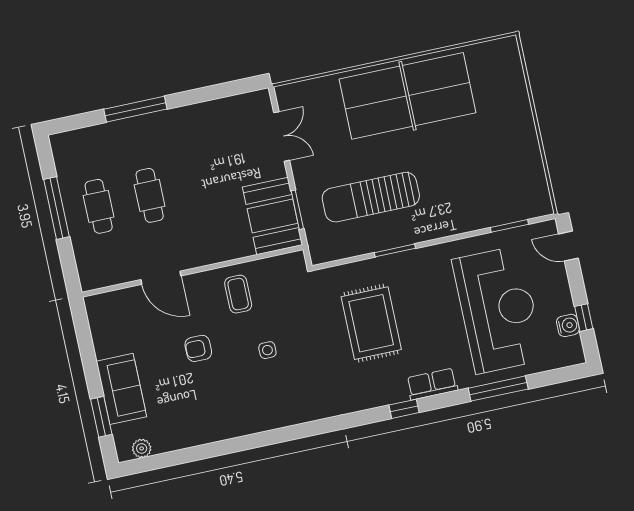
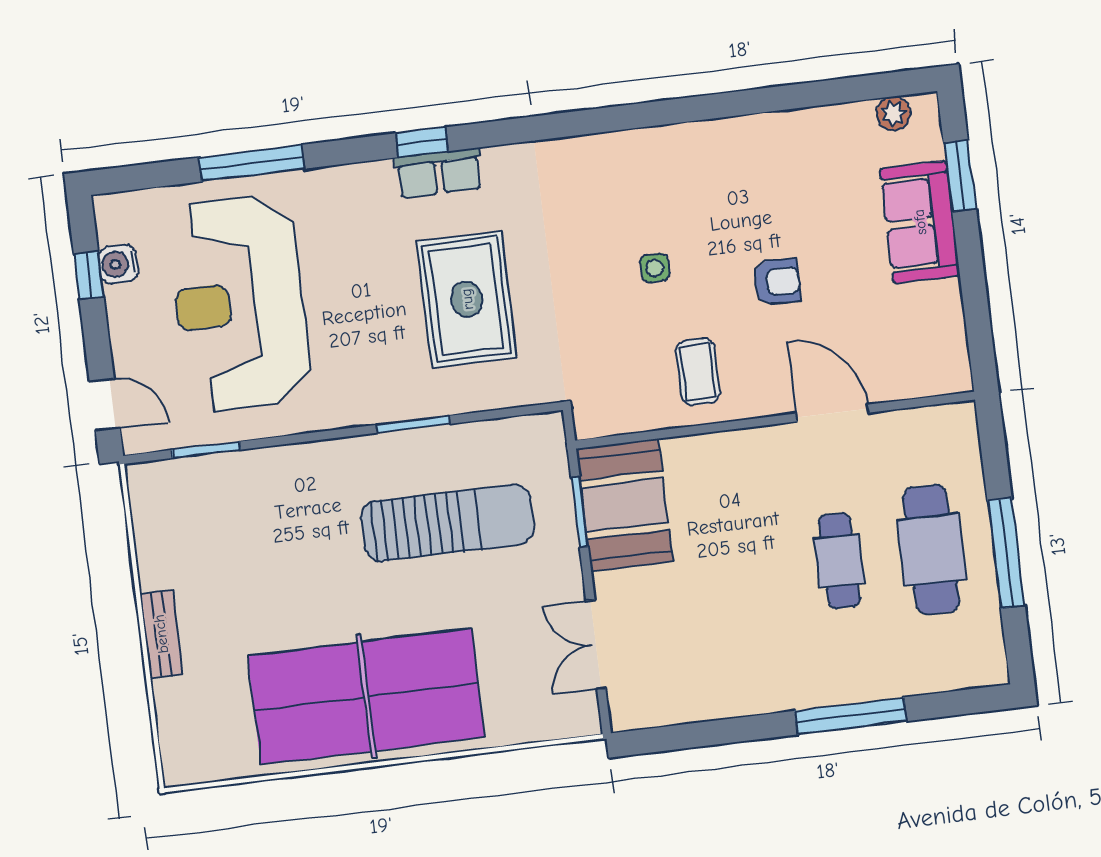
bench: (525, 120) -> (161, 634), added
cafe table: (99, 206) -> (931, 549), width x1.37, depth x1.35
row of seats: (432, 384) -> (439, 173), moved

